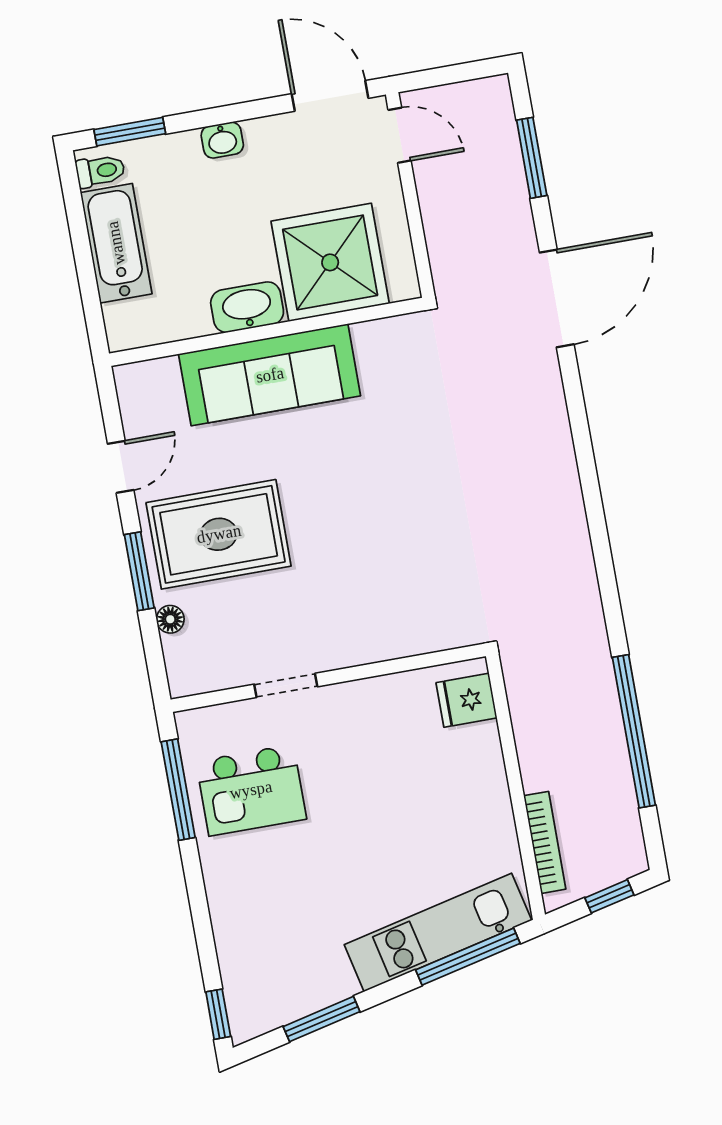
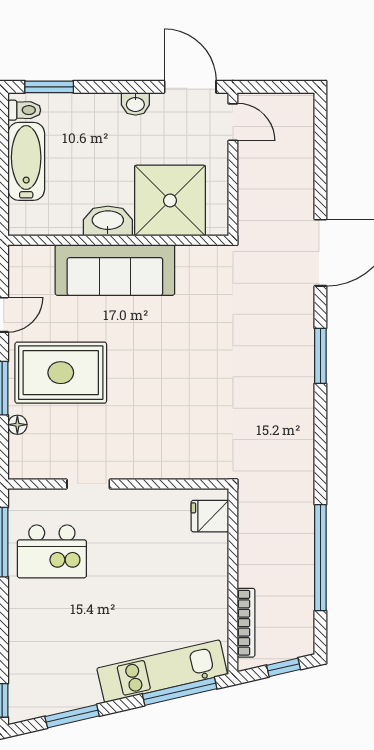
washbasin: (222, 140) -> (135, 104), moved
window: (532, 158) -> (320, 356), moved

